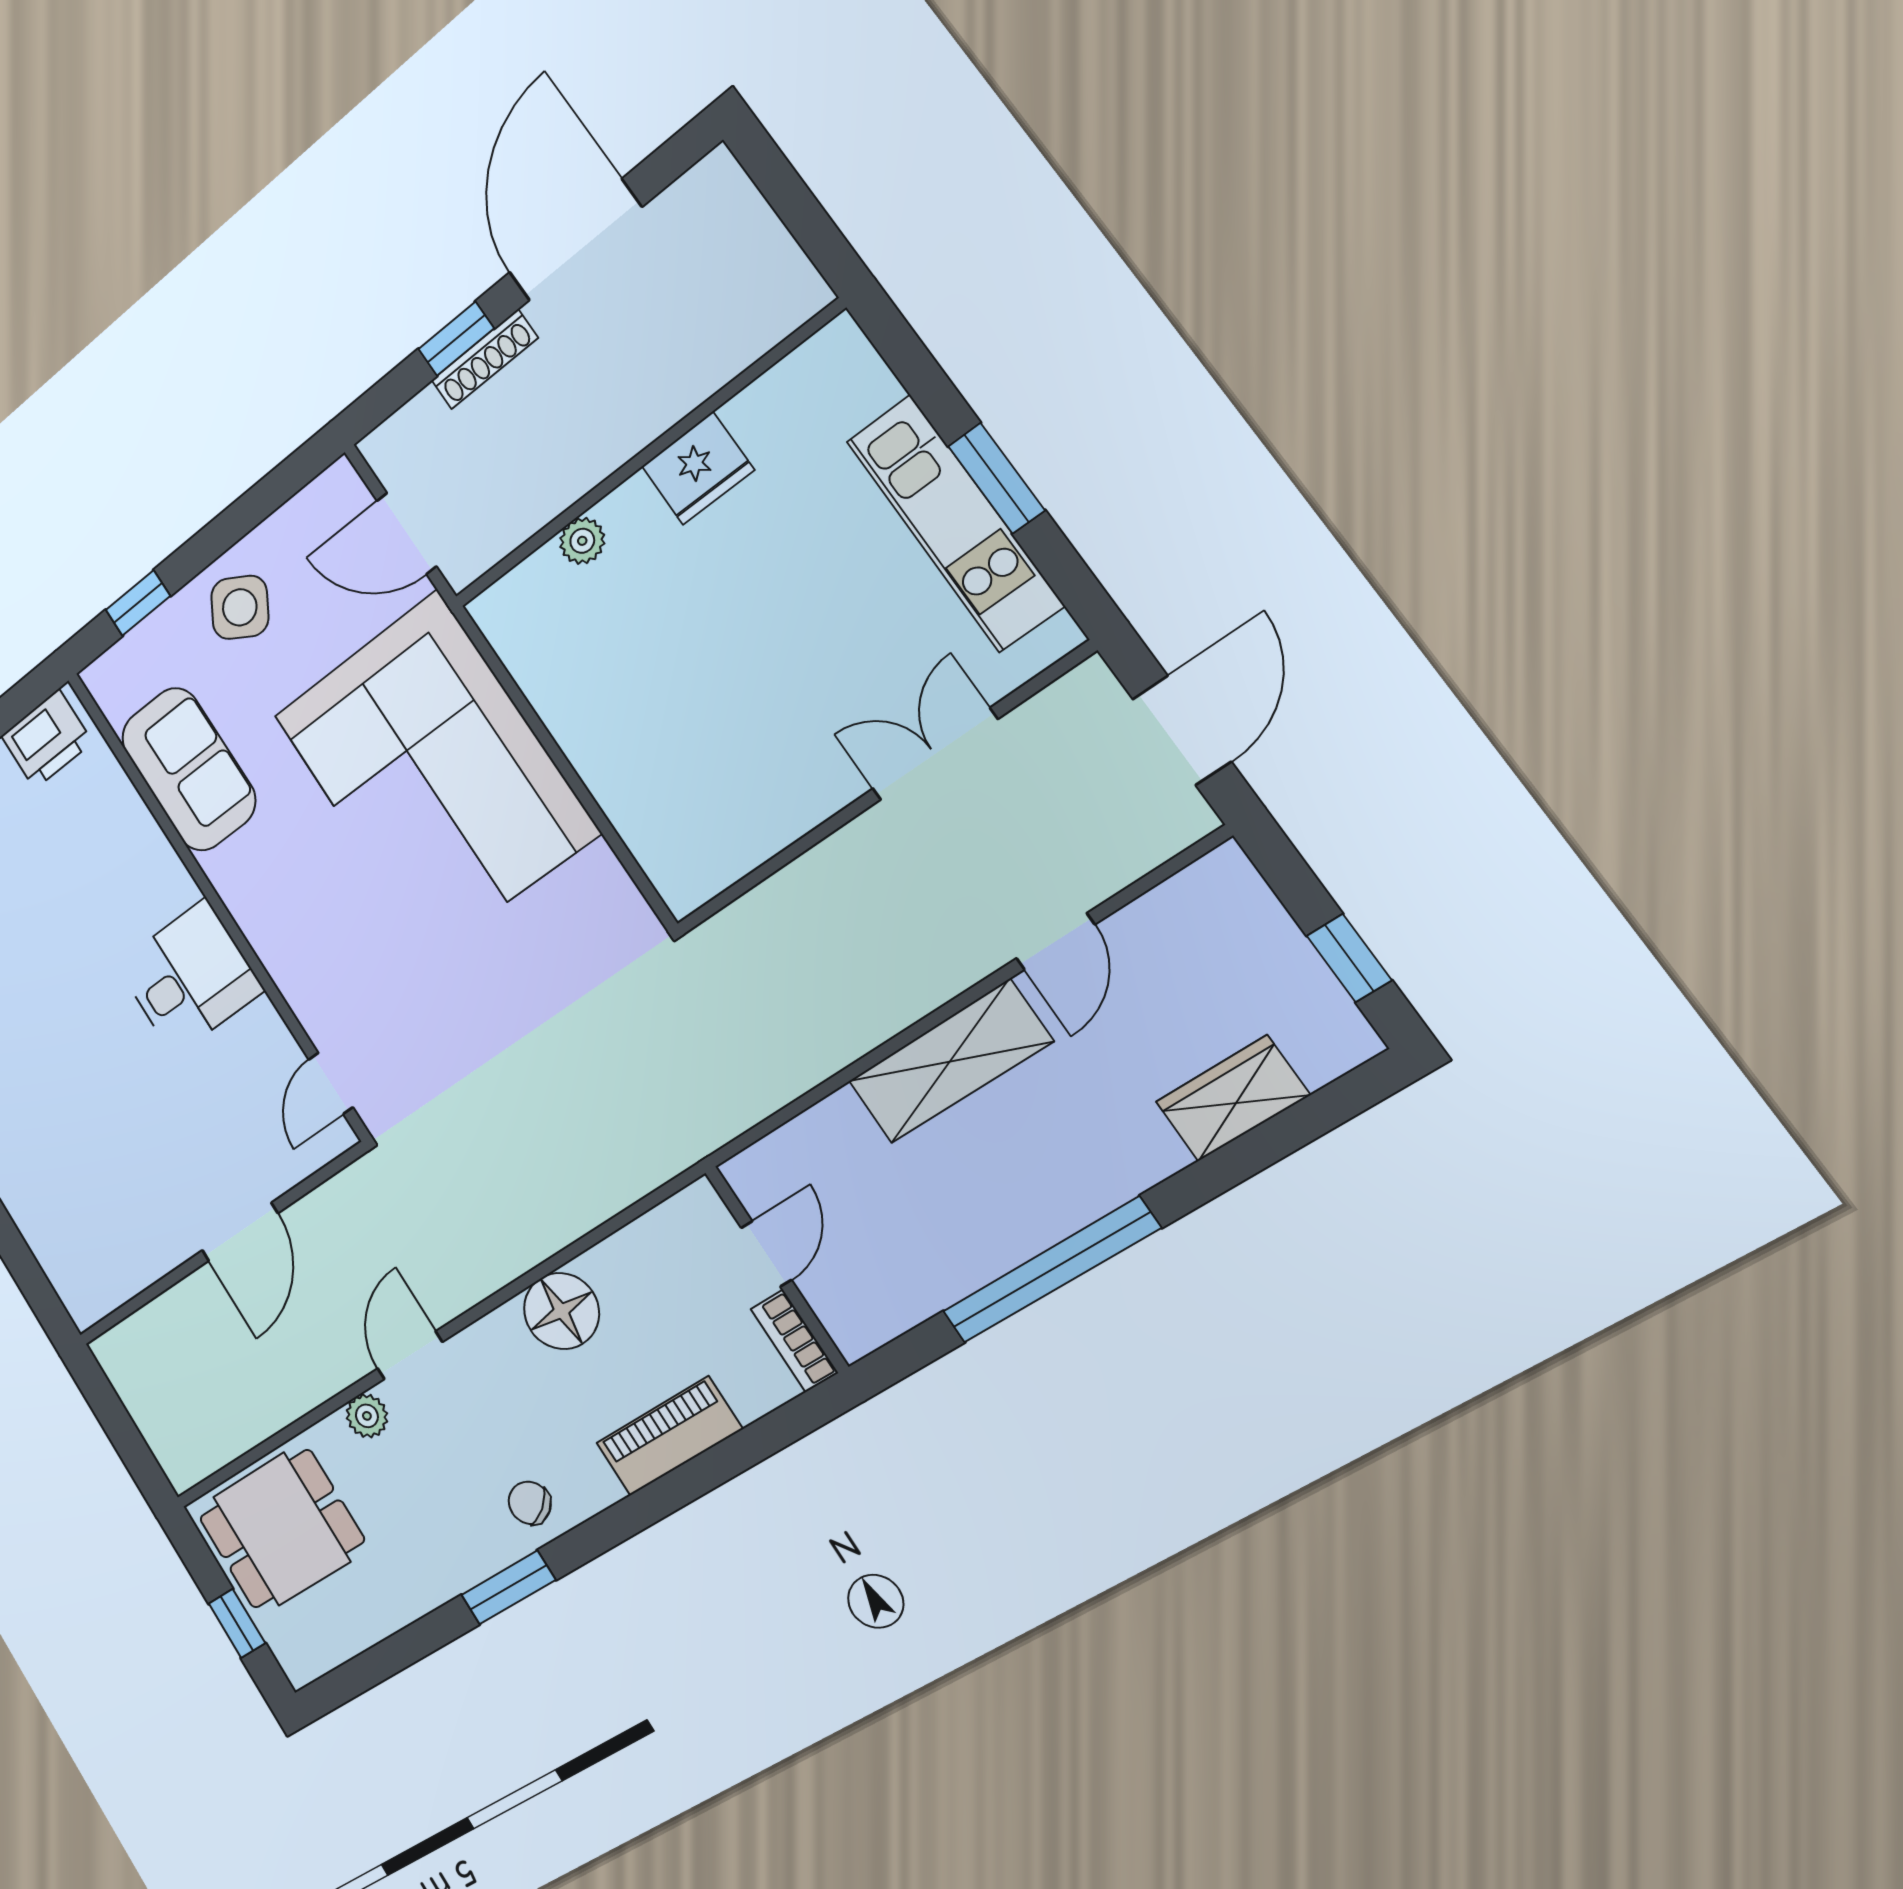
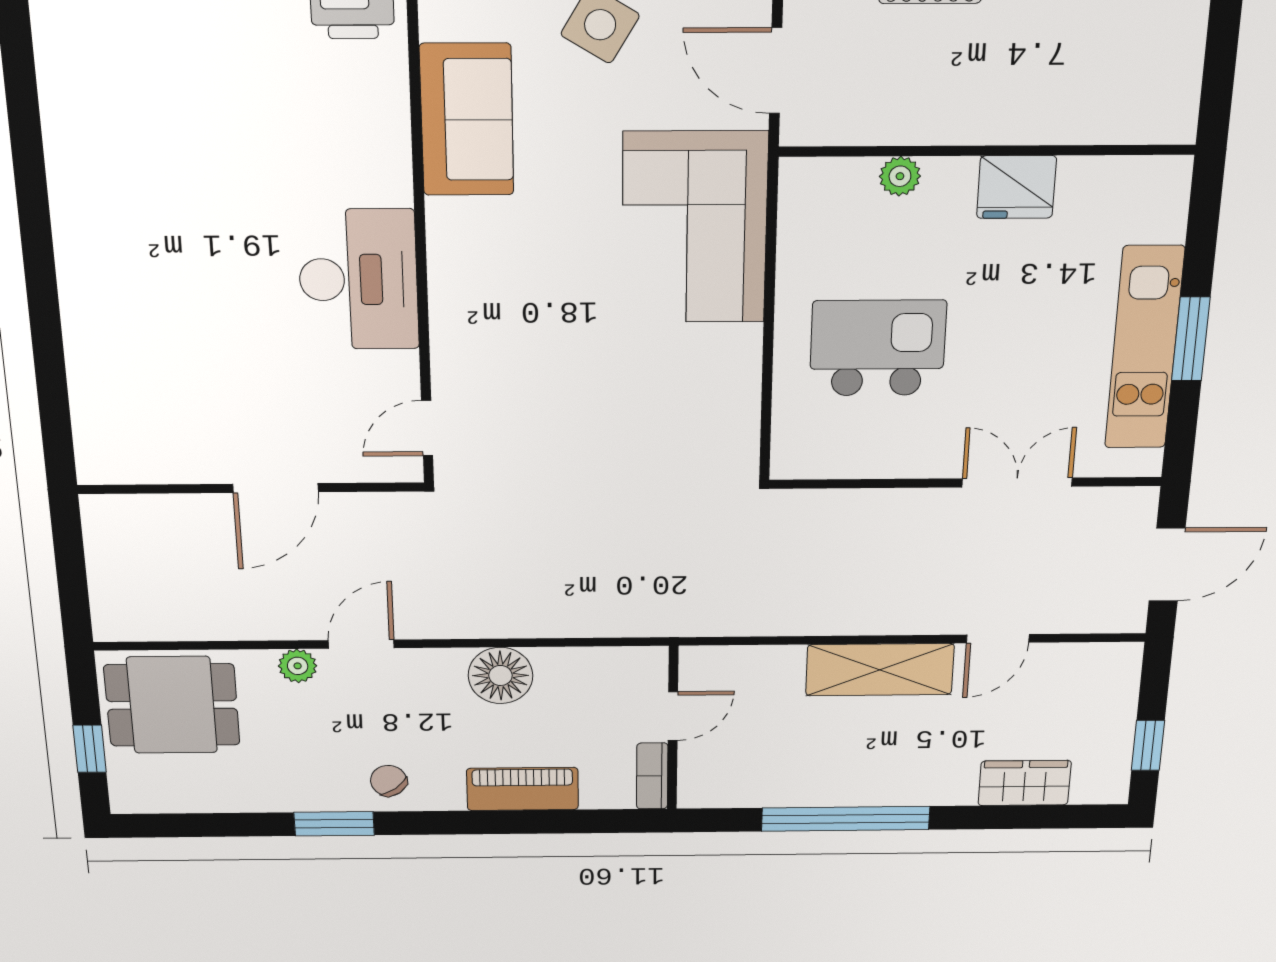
kitchen island: (684, 716) -> (878, 348), added
corner sofa: (434, 773) -> (695, 228), width x0.73, depth x0.74
desk: (190, 978) -> (358, 280), width x1.37

